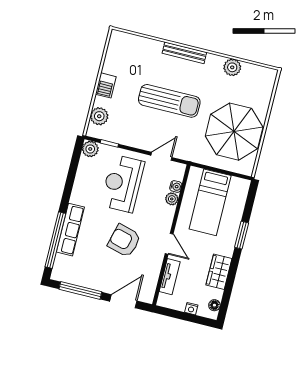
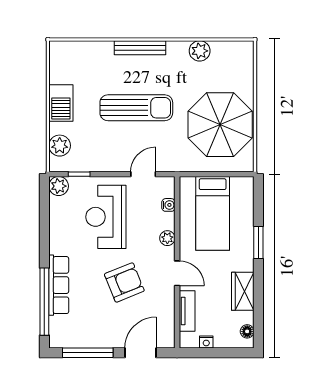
barbecue: (106, 85) -> (61, 103), width x1.38, depth x1.27
plant: (172, 199) -> (167, 238), moved
armchair: (124, 241) -> (124, 282), turned 143
nightstand: (191, 309) -> (206, 342), moved

